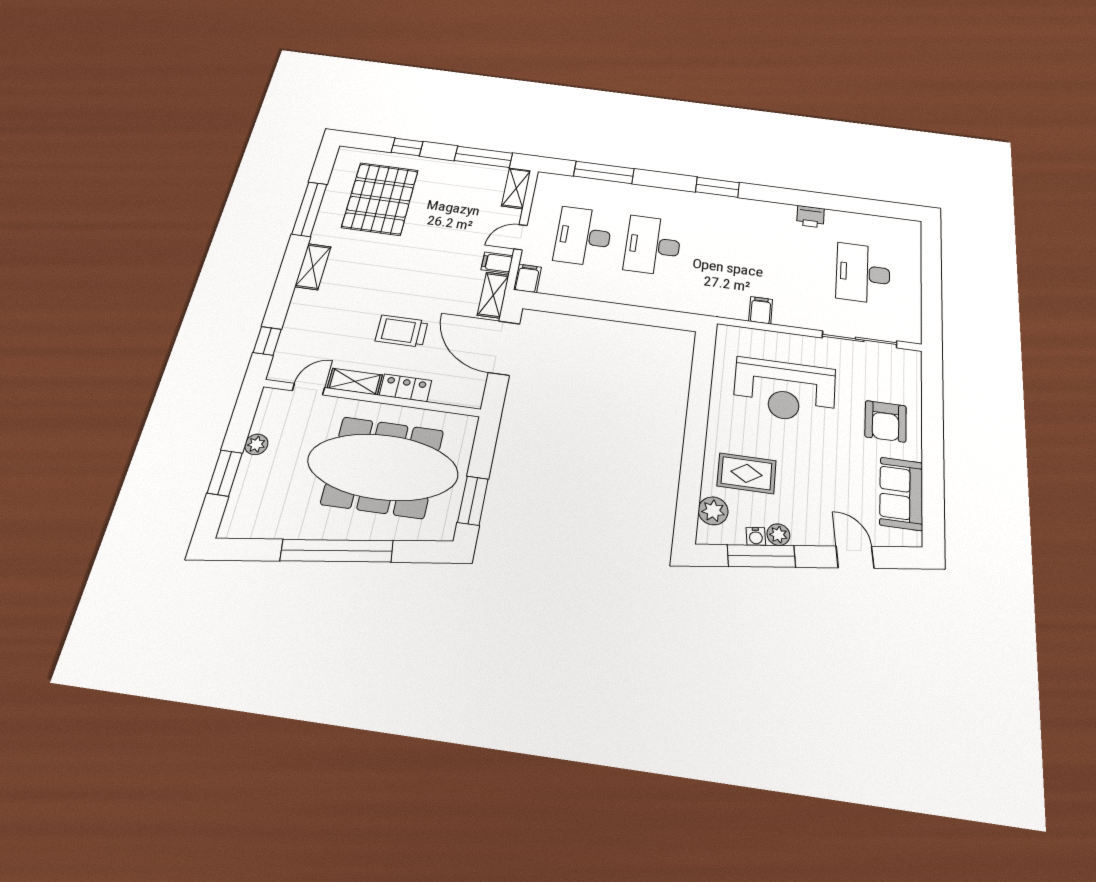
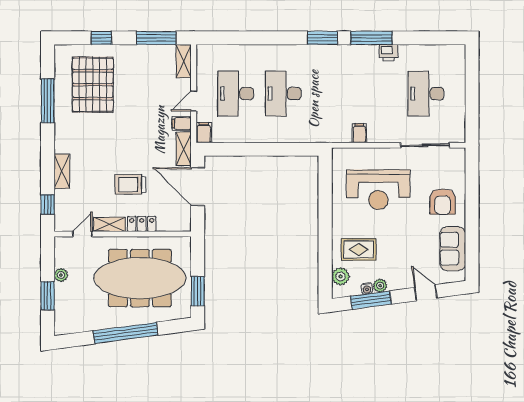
window: (604, 172) -> (371, 38), moved
shelving: (313, 267) -> (62, 171), moved

